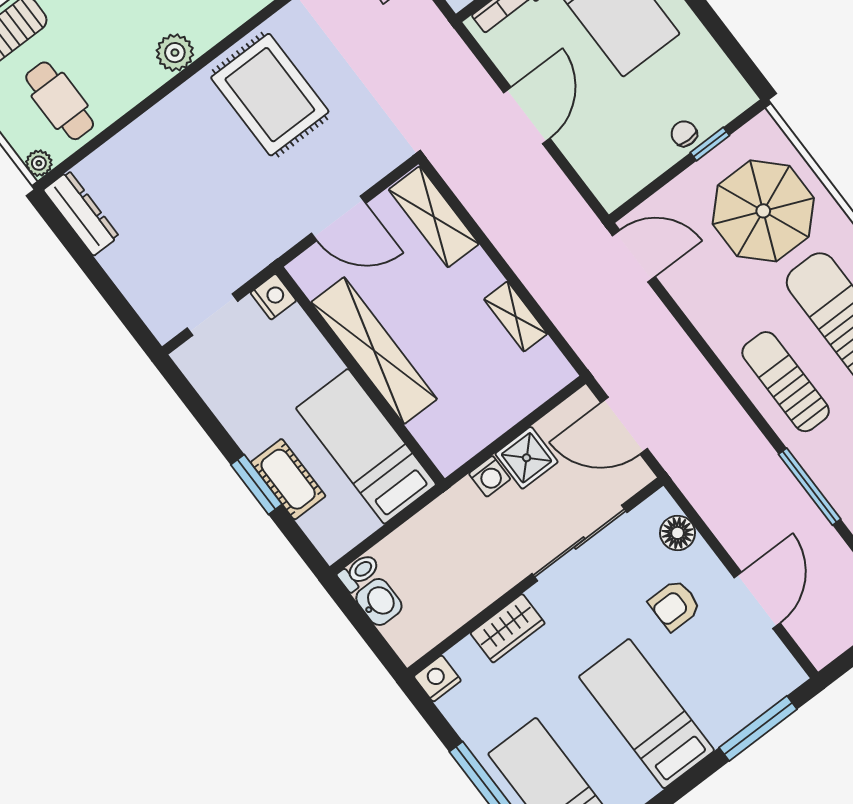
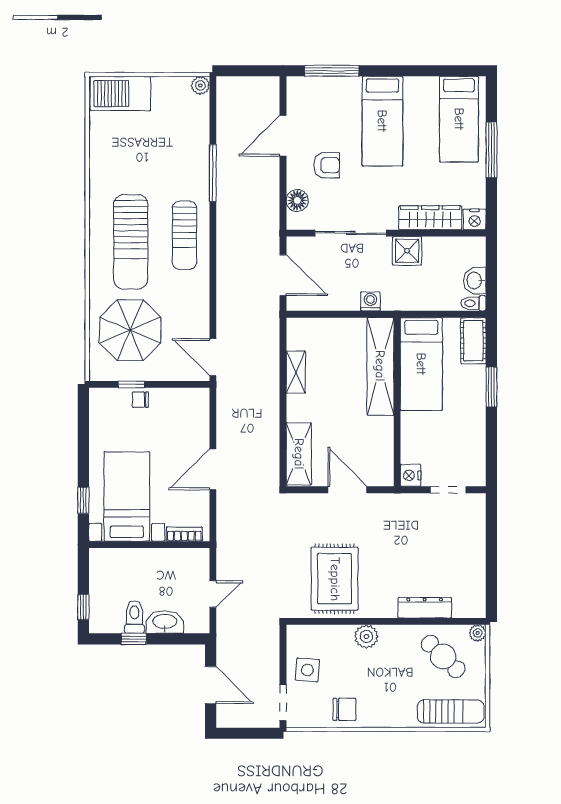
cafe table: (60, 101) -> (443, 656), turned -46
chair: (684, 134) -> (140, 400), turned 90
dresser: (81, 213) -> (425, 608), moved, turned 90
shelving: (374, 351) -> (380, 366), moved
shower: (527, 458) -> (407, 251), moved
cot: (288, 479) -> (473, 341), moved
wardrobe: (508, 628) -> (430, 218), width x1.50

